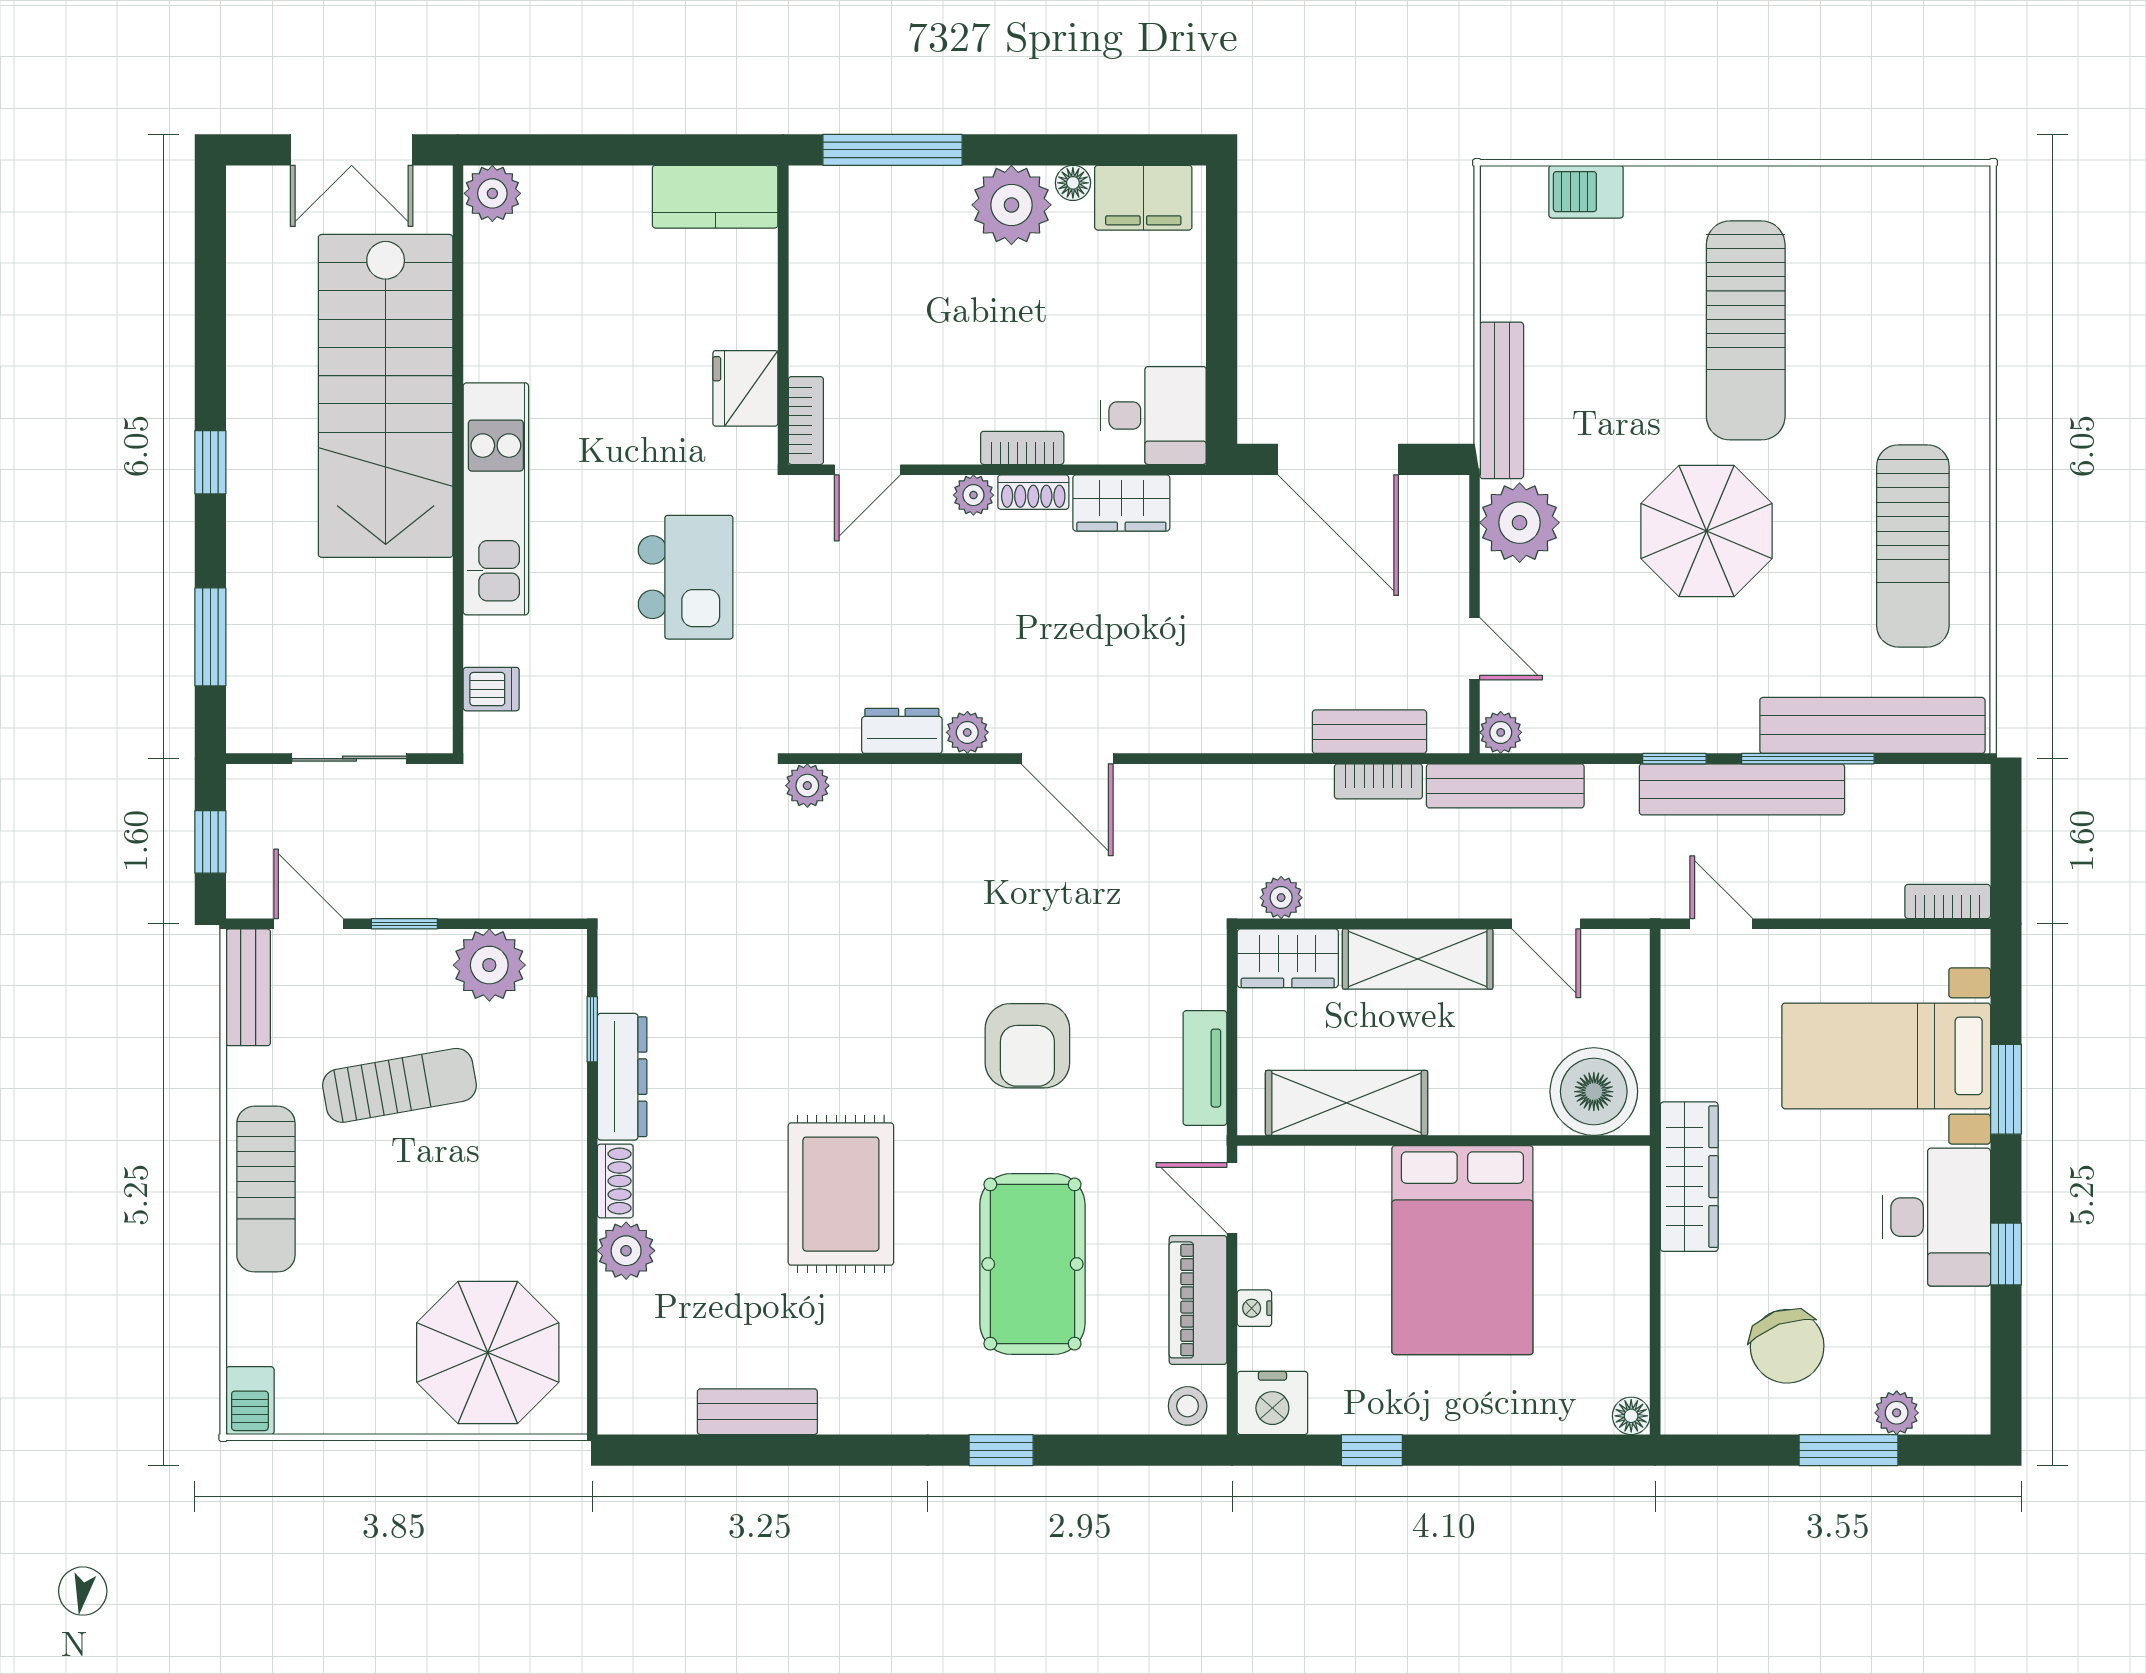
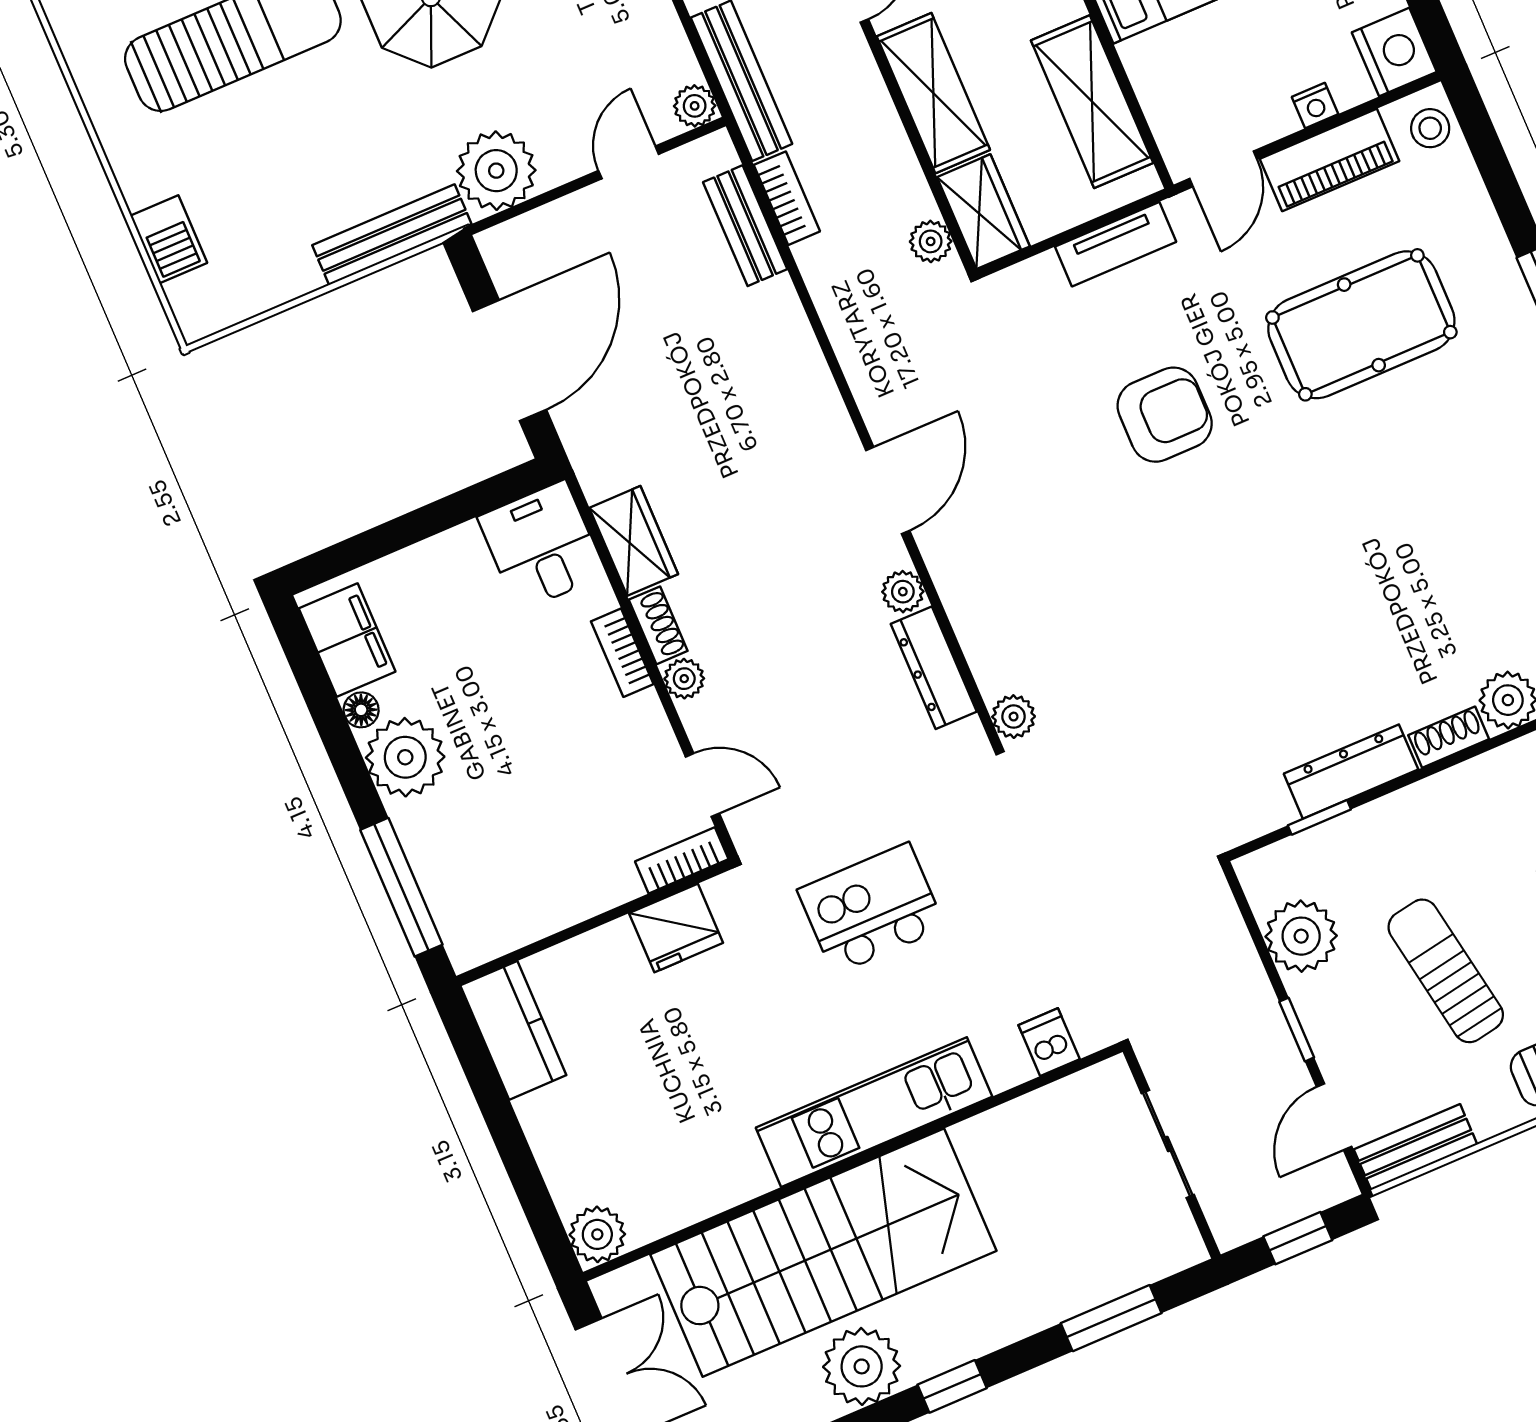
plant: (265, 386) -> (862, 1366), added
dresser: (902, 731) -> (934, 668), width x1.44
rug: (841, 1194) -> (1372, 527), removed

